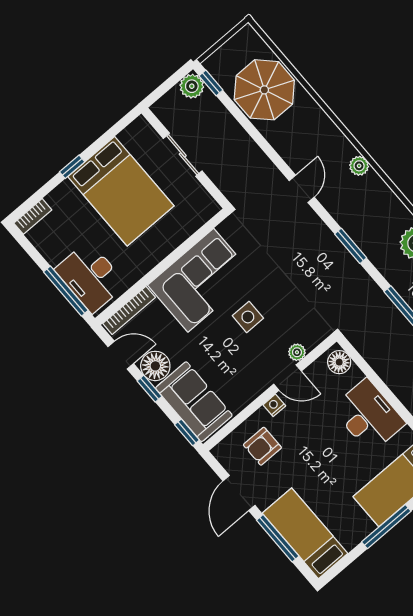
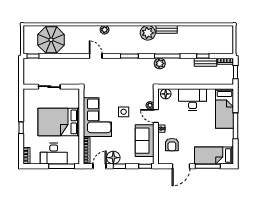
plant: (192, 86) -> (160, 63), moved
bed: (121, 191) -> (59, 122), moved, turned 180
desk: (90, 277) -> (54, 154), moved
door: (287, 378) -> (156, 116), swing flipped
sofa: (194, 402) -> (145, 141), moved, turned -90
door: (239, 493) -> (181, 166), hinge flipped

